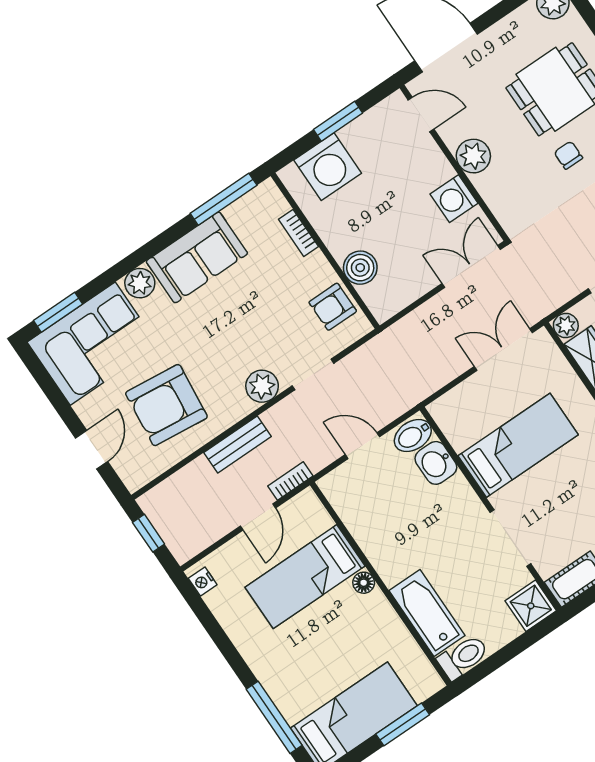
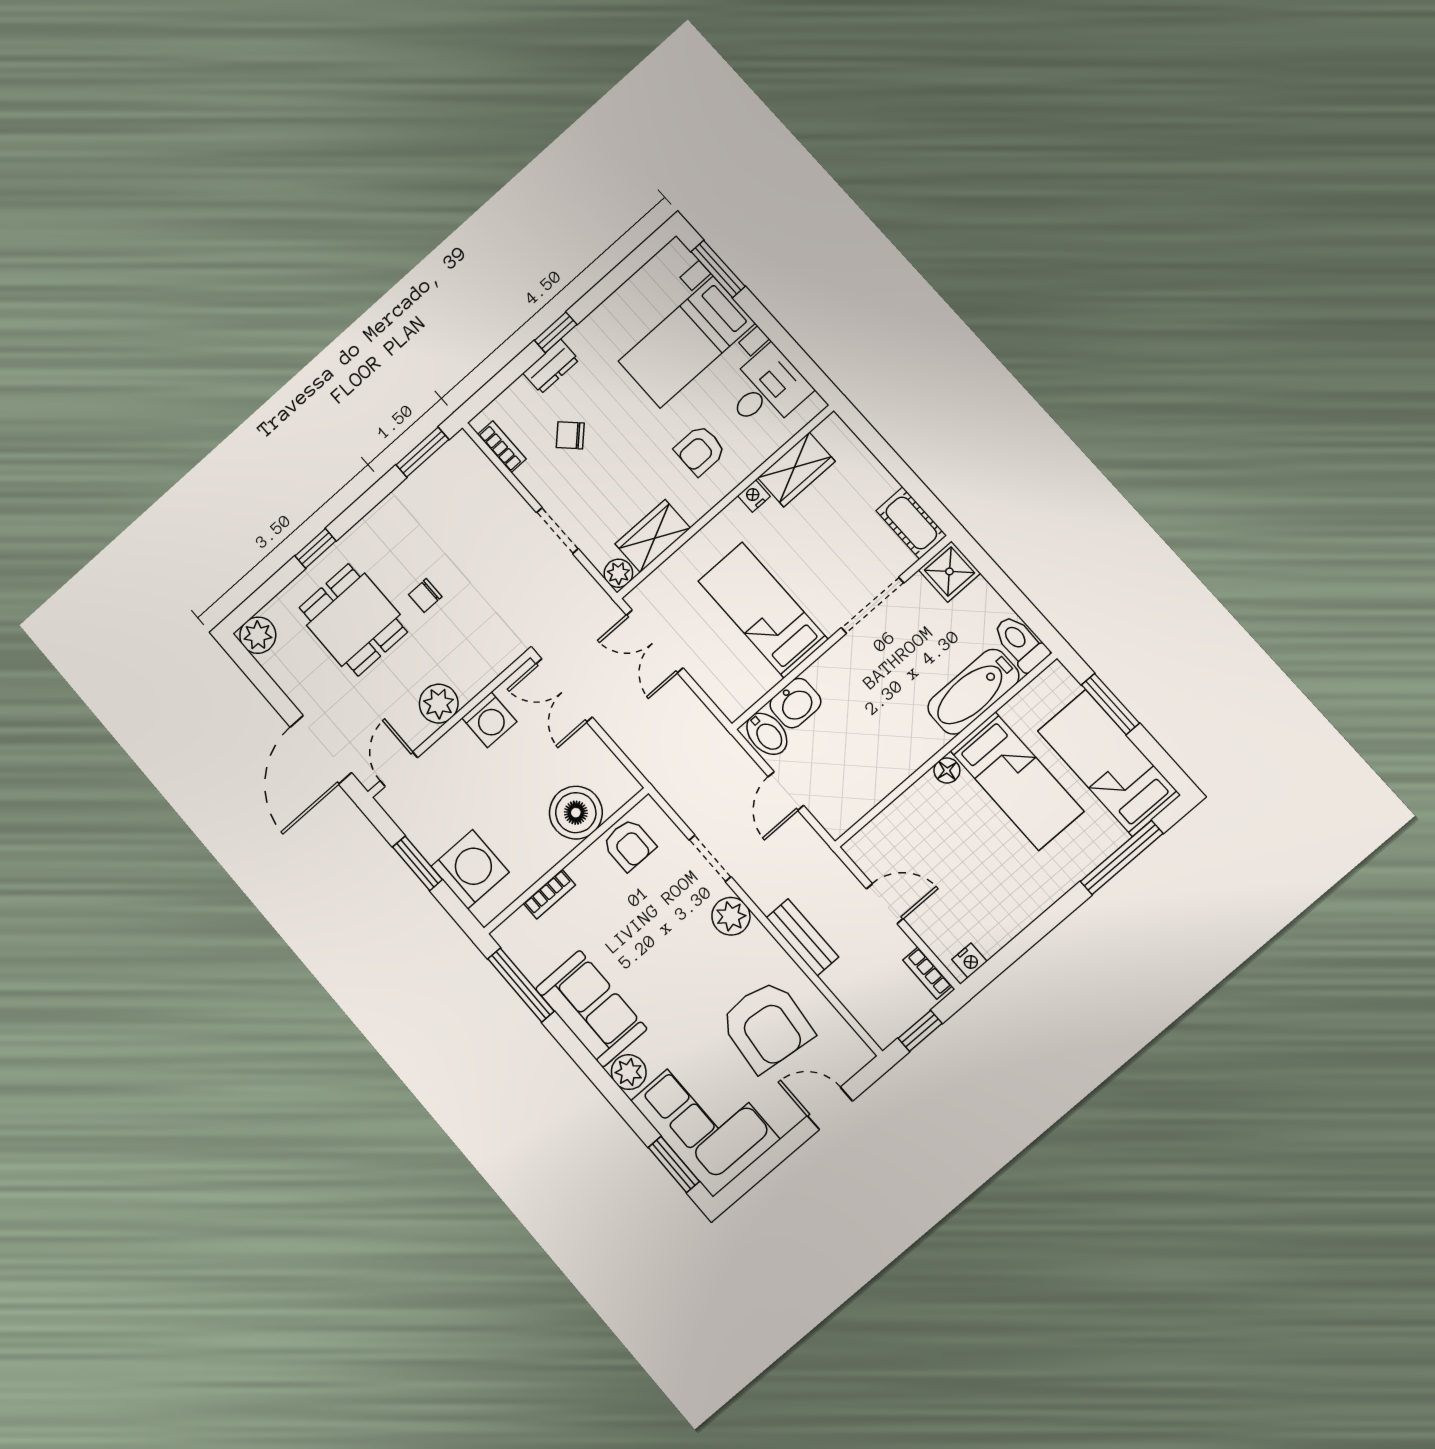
boiler: (360, 268) -> (576, 813), width x1.37, depth x1.37
bookcase: (290, 481) -> (927, 973), moved
bed: (305, 577) -> (1017, 781), moved

